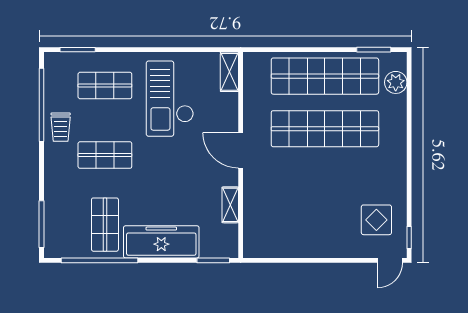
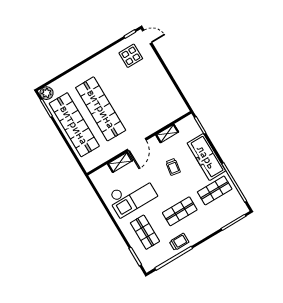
shelving: (229, 72) -> (120, 162), moved
plant: (396, 82) -> (46, 93), moved
shop shelf: (105, 155) -> (180, 211), turned 90
trolley: (176, 184) -> (173, 167), added

